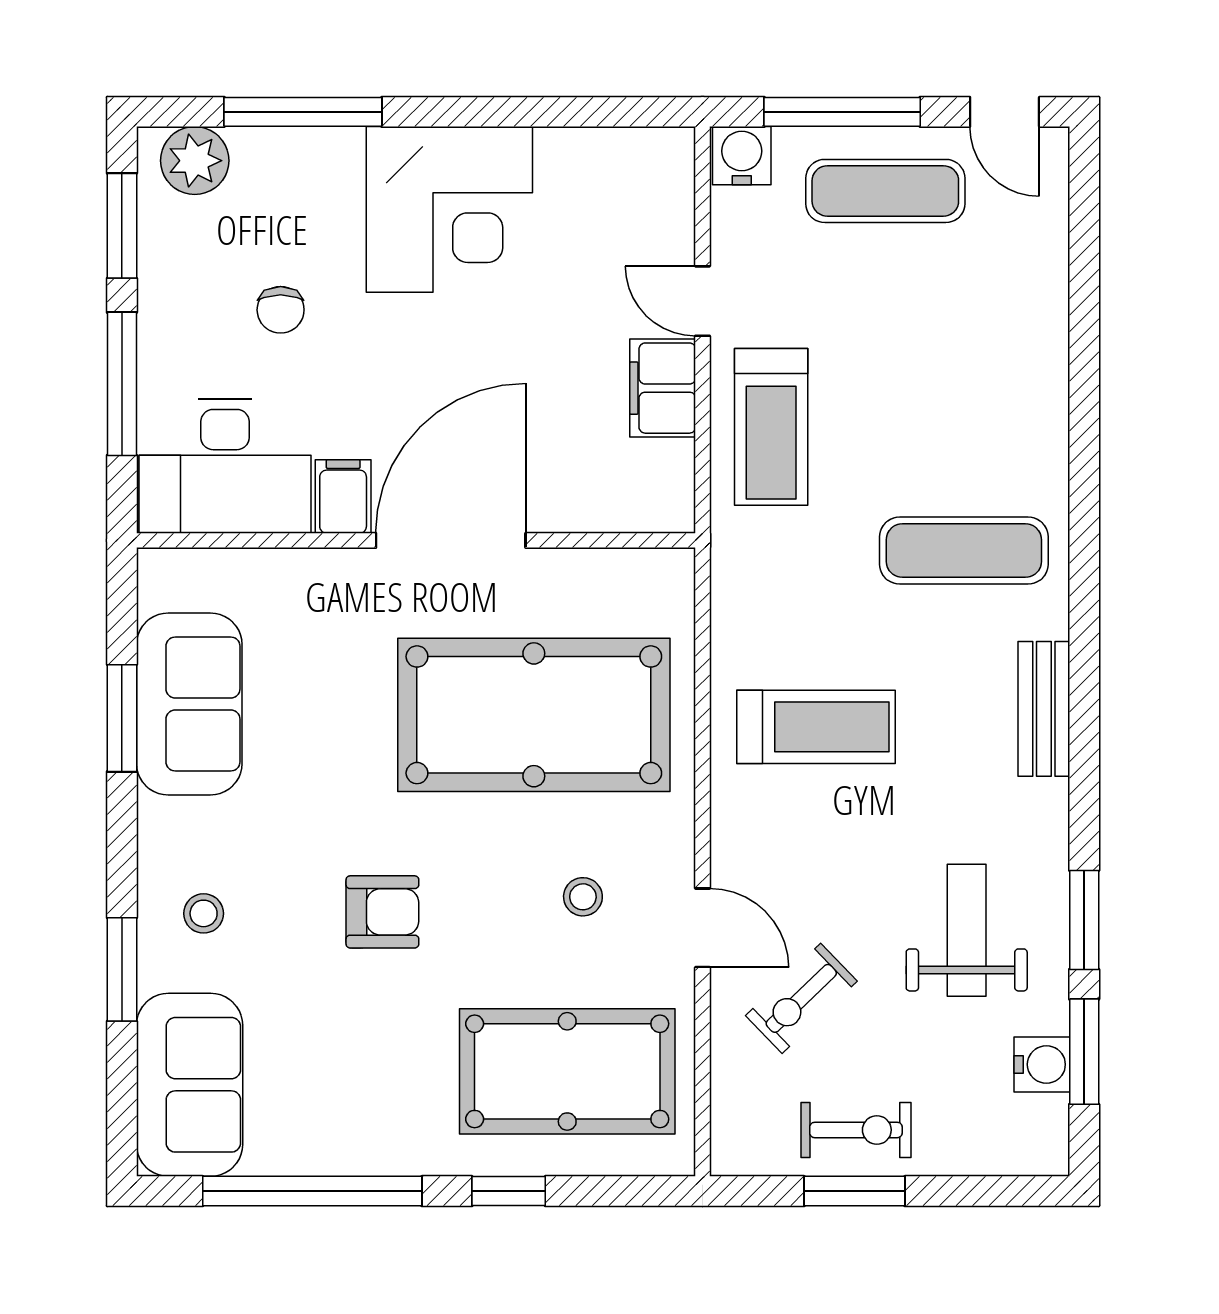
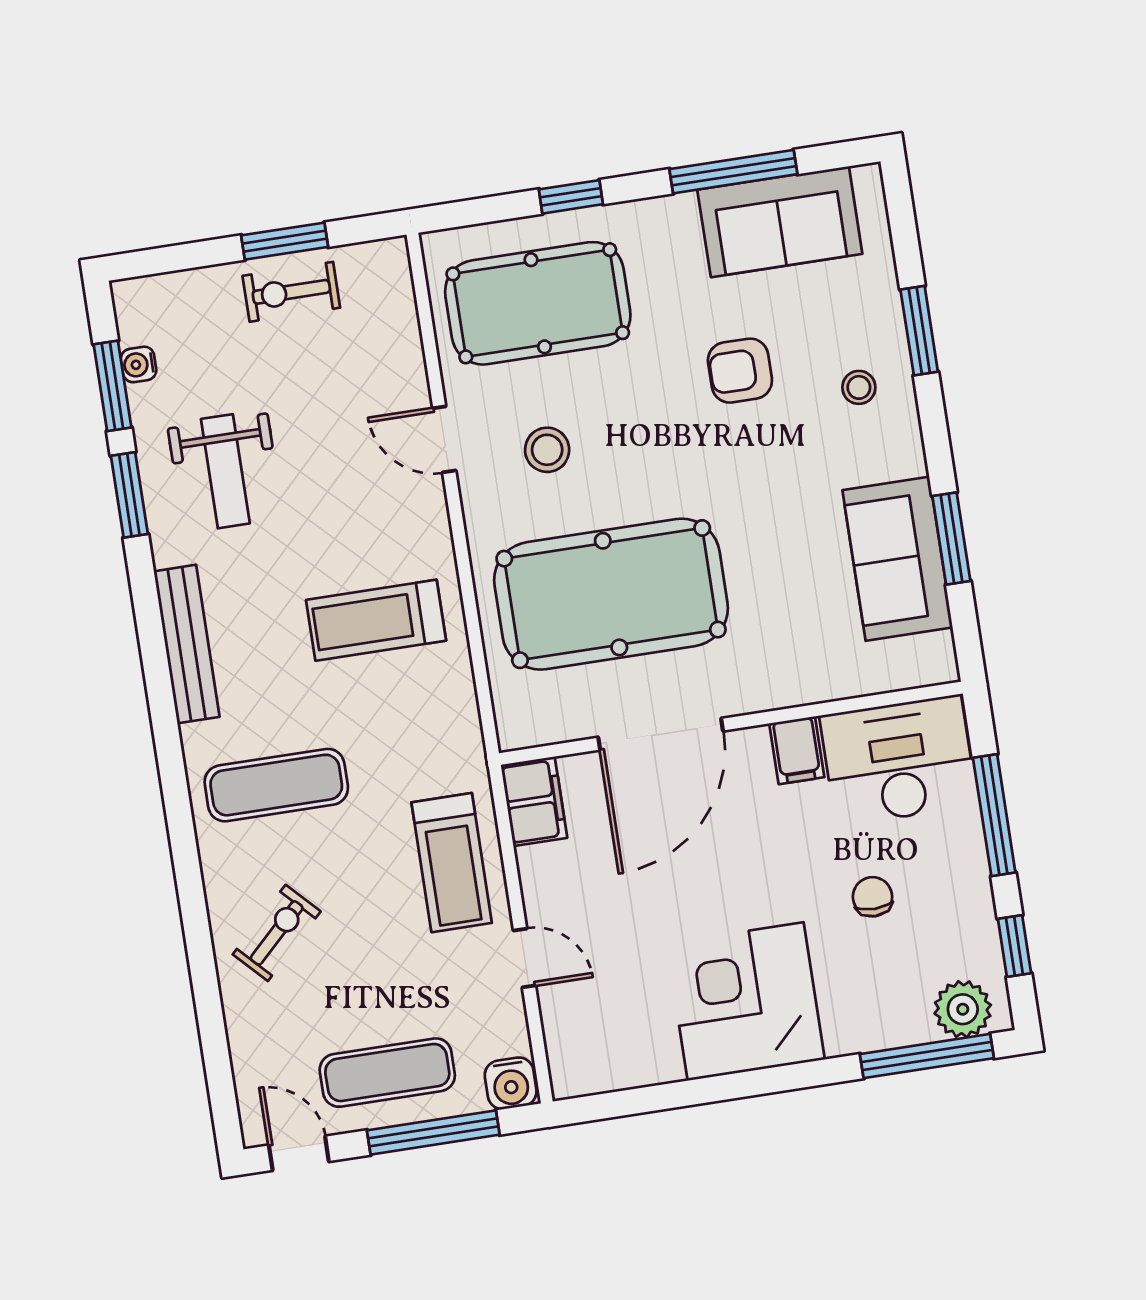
window: (303, 112) -> (927, 1056), moved
window: (122, 226) -> (1014, 946), width x0.67
filing cabinet: (663, 388) -> (534, 801), moved
treadmill: (771, 427) -> (452, 863), turned 180
door: (451, 540) -> (661, 734), moved
bench: (1044, 709) -> (187, 644), width x1.36
stool: (583, 897) -> (547, 450), width x1.37, depth x1.37
armchair: (382, 912) -> (740, 371), moved
exercise bike: (801, 998) -> (277, 933), moved
water cooler: (1042, 1064) -> (139, 364), width x0.72, depth x0.72
sofa: (190, 1085) -> (780, 222), moved, turned -90
window: (312, 1191) -> (733, 172), width x0.68

